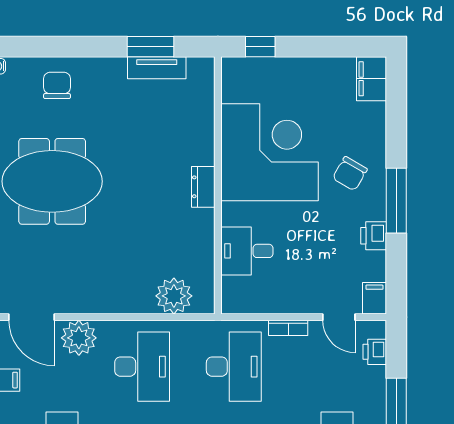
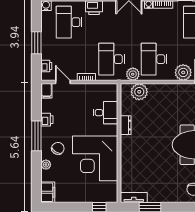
tv unit: (157, 68) -> (134, 197), moved
plant: (376, 139) -> (46, 165), added
dresser: (203, 187) -> (126, 125), moved
plant: (188, 334) -> (133, 74), added

